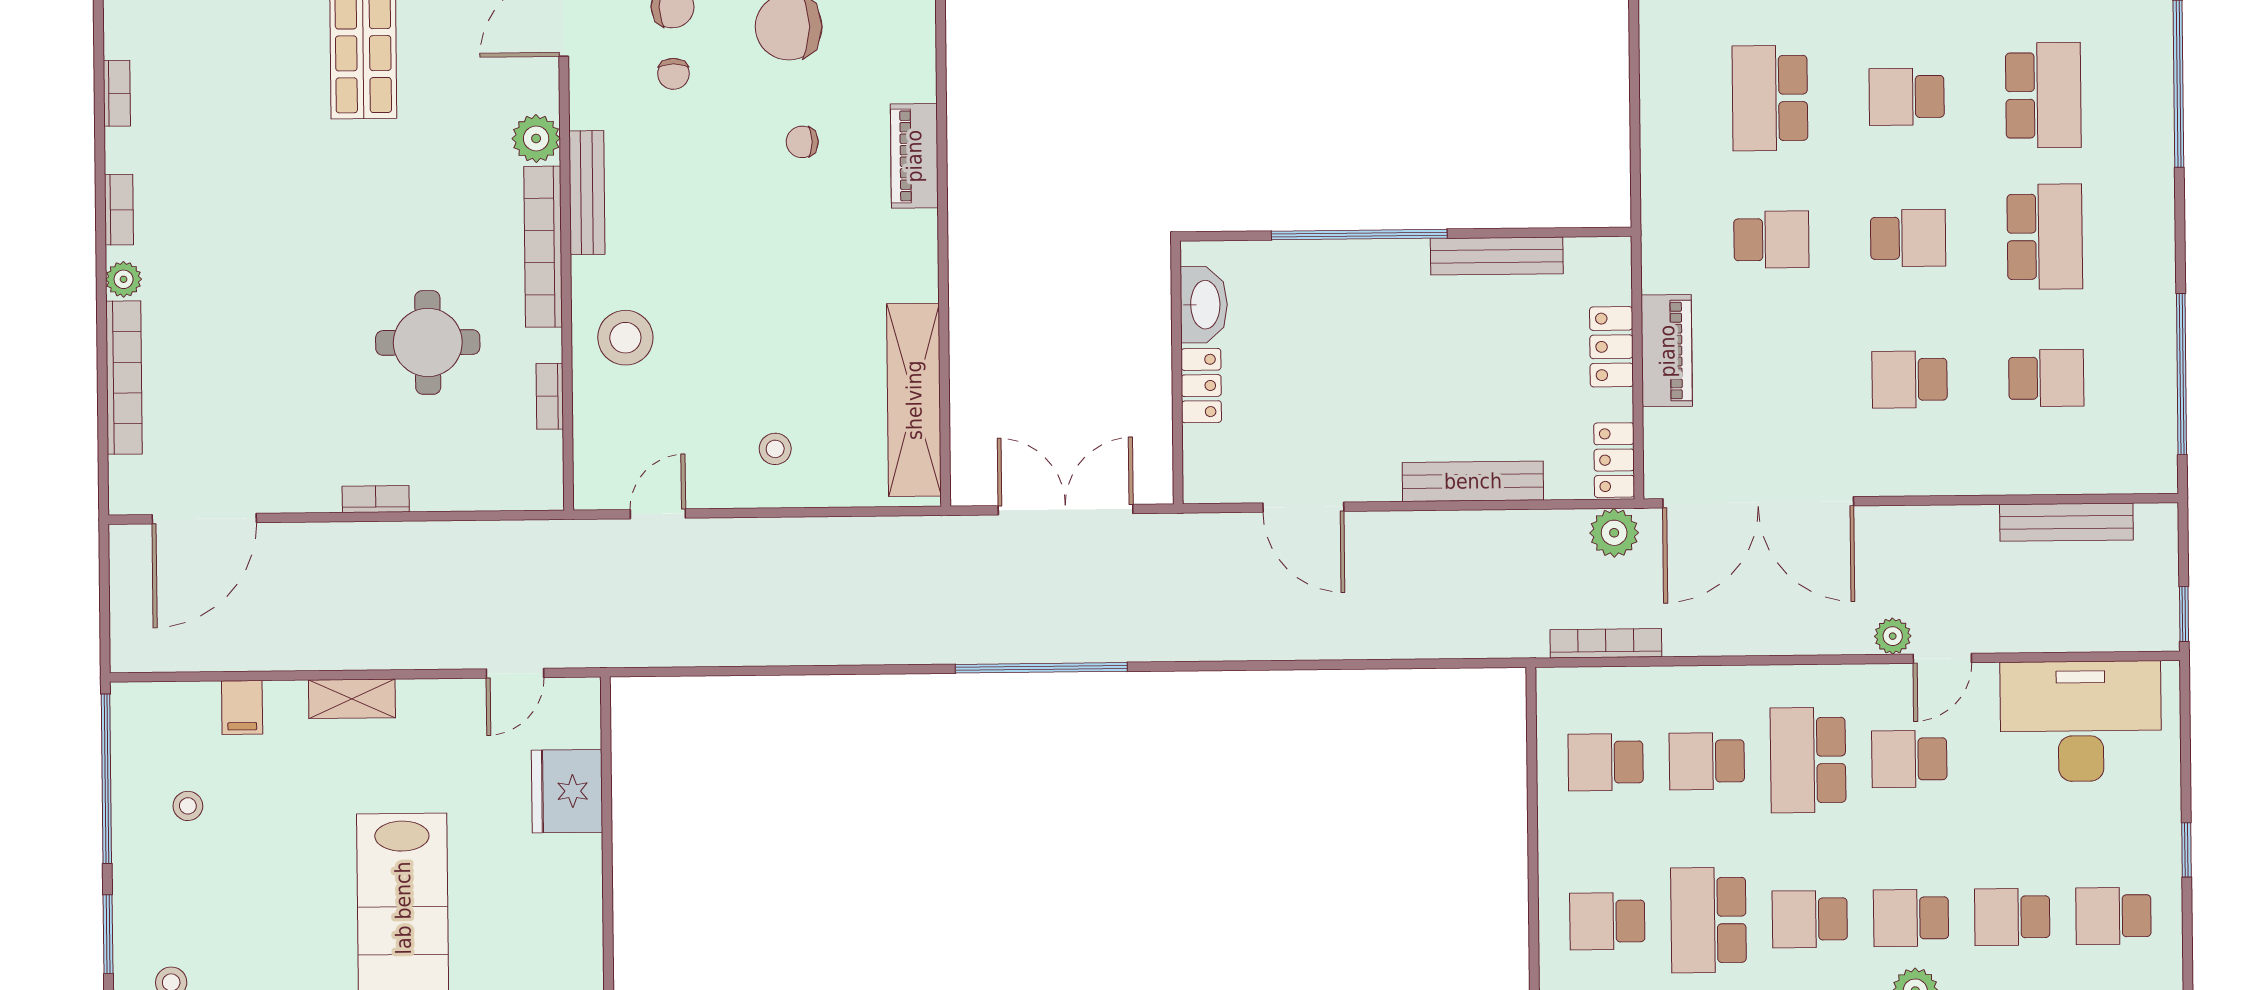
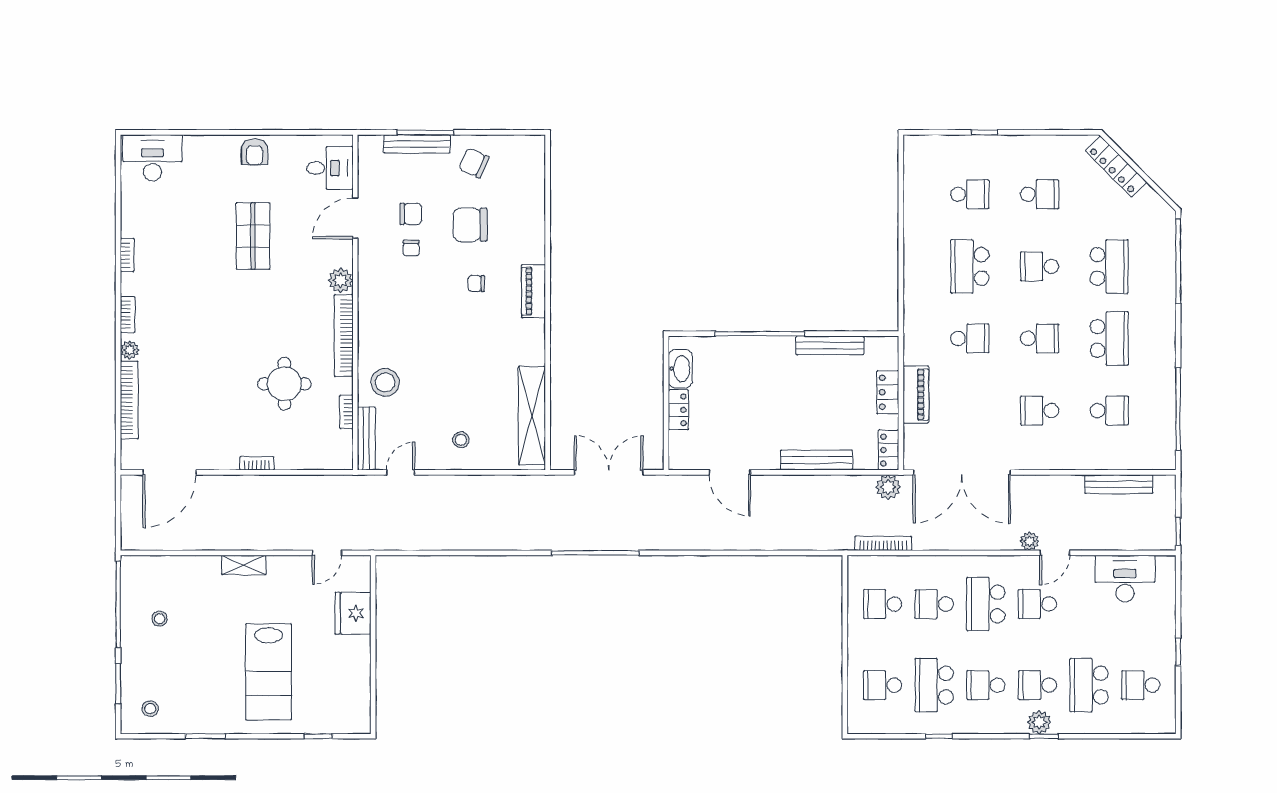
bench: (587, 193) -> (366, 439), moved
filing cabinet: (242, 707) -> (188, 569), removed
desk: (2081, 721) -> (1125, 579), width x0.73, depth x0.77
school desk: (2012, 917) -> (1089, 685), width x1.85

